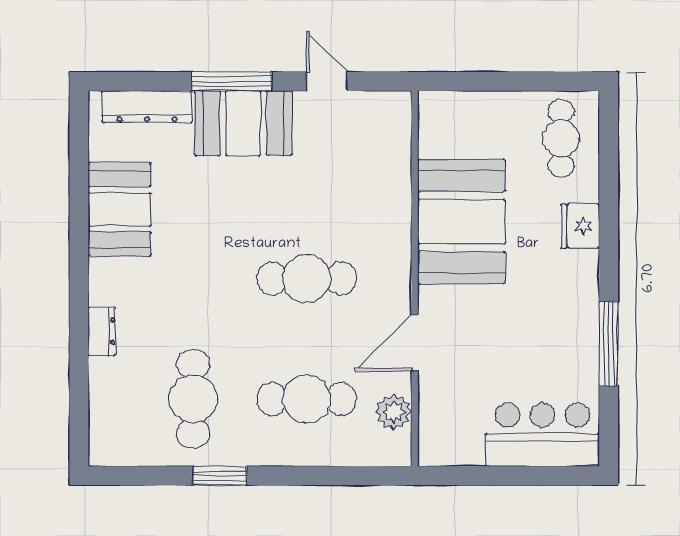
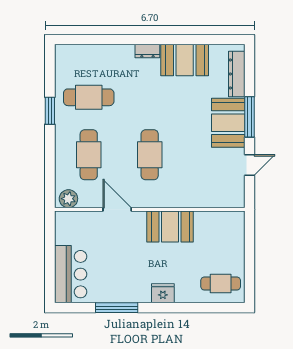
booth: (461, 222) -> (170, 227), width x0.73, depth x0.70
fridge: (580, 226) -> (163, 293), moved
dresser: (102, 331) -> (147, 51), moved
plant: (393, 412) -> (68, 199), moved

